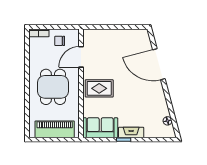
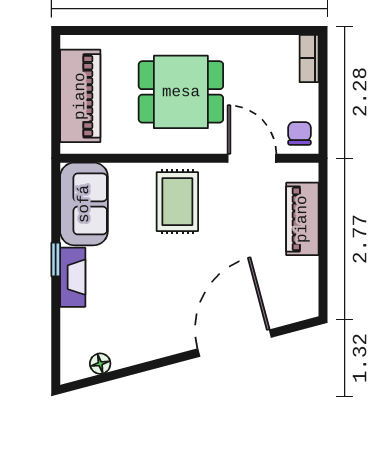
piano: (107, 36) -> (302, 219), added
chair: (60, 41) -> (300, 133), moved

